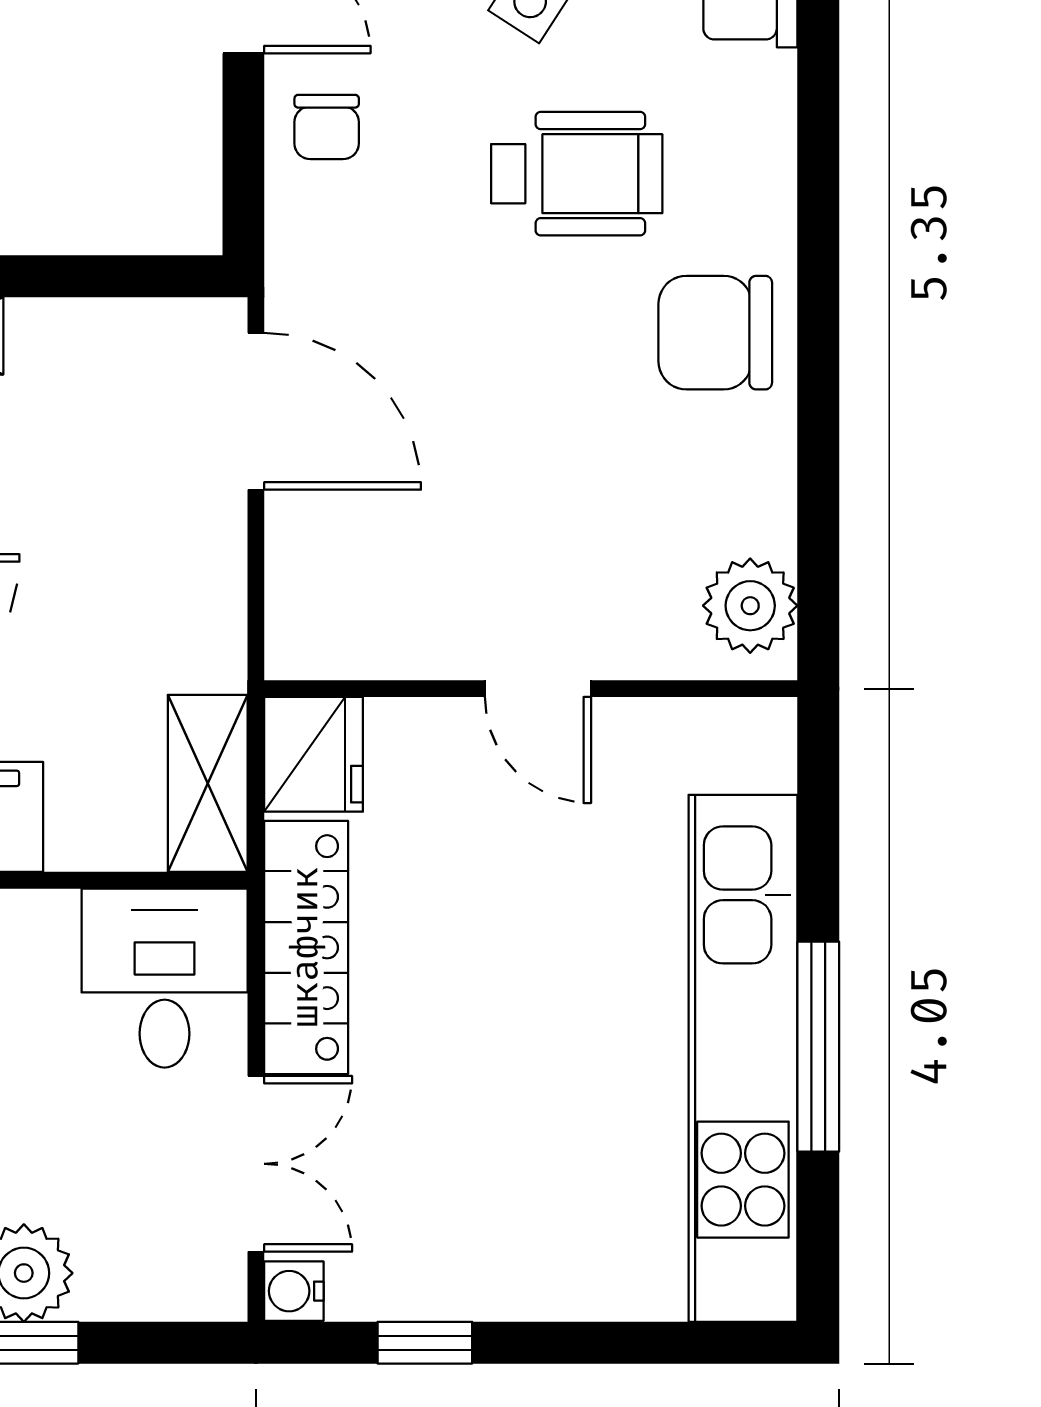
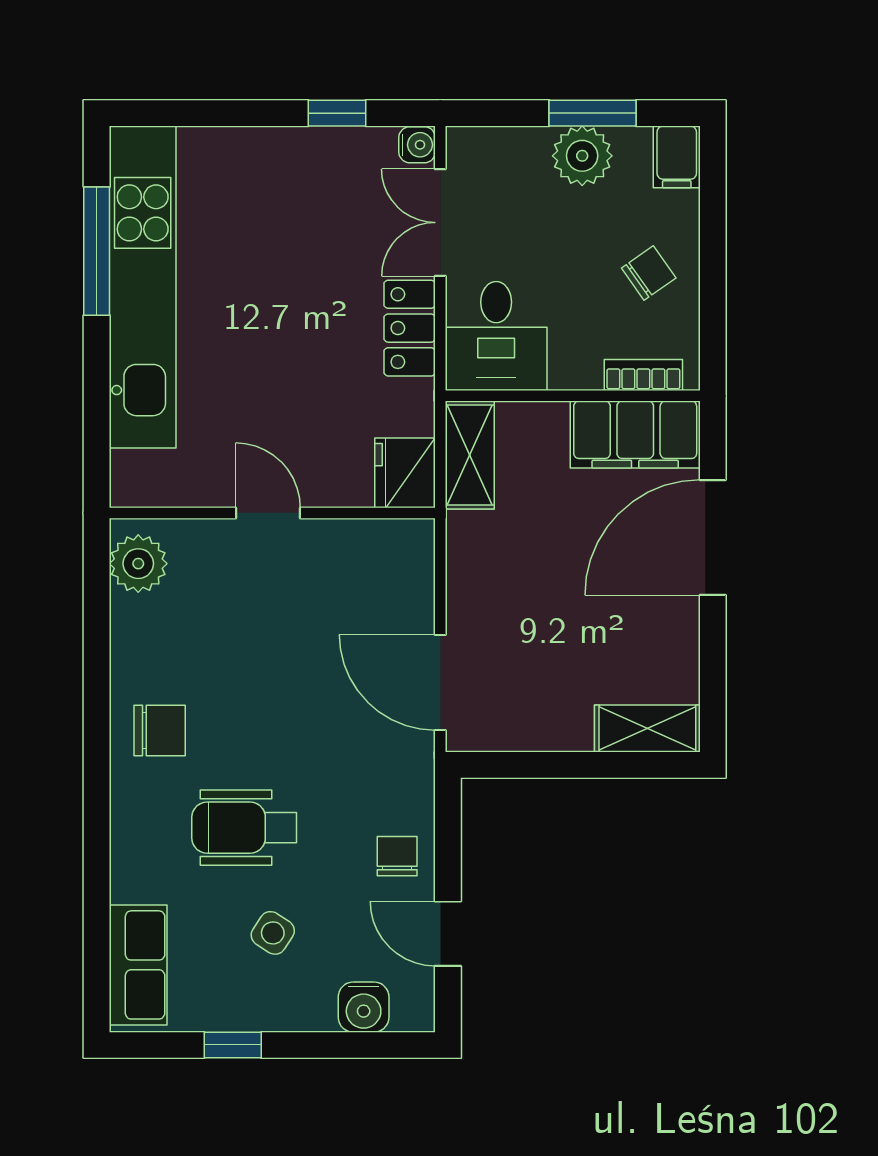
chair: (715, 333) -> (160, 731), width x0.73, depth x0.73
locker: (306, 947) -> (410, 328), width x0.66
window: (818, 1047) -> (97, 251), moved

